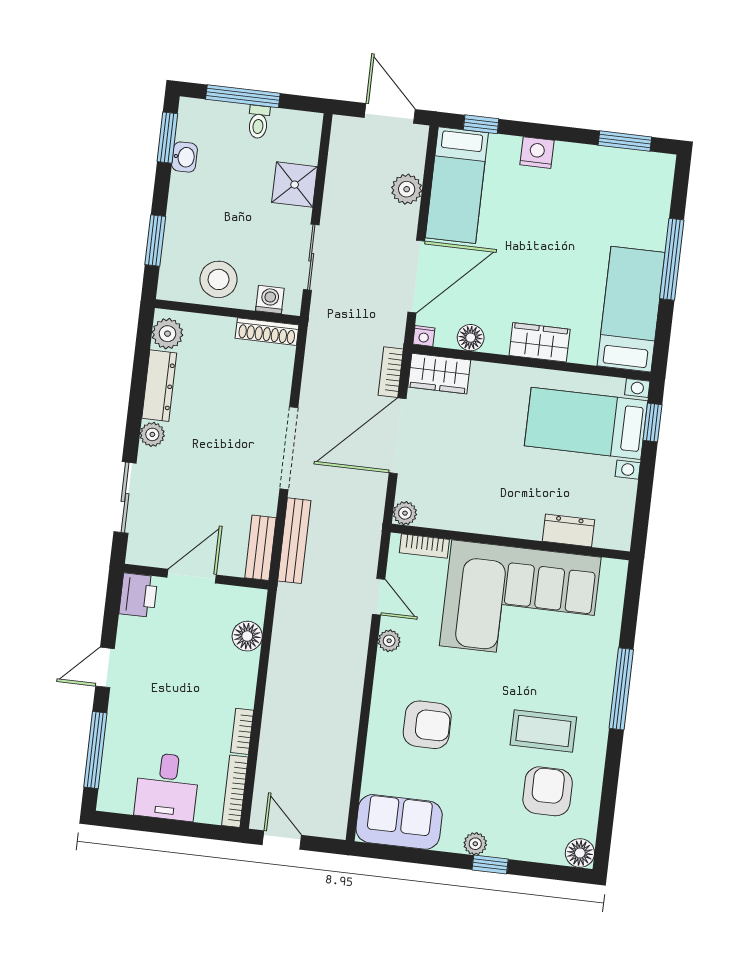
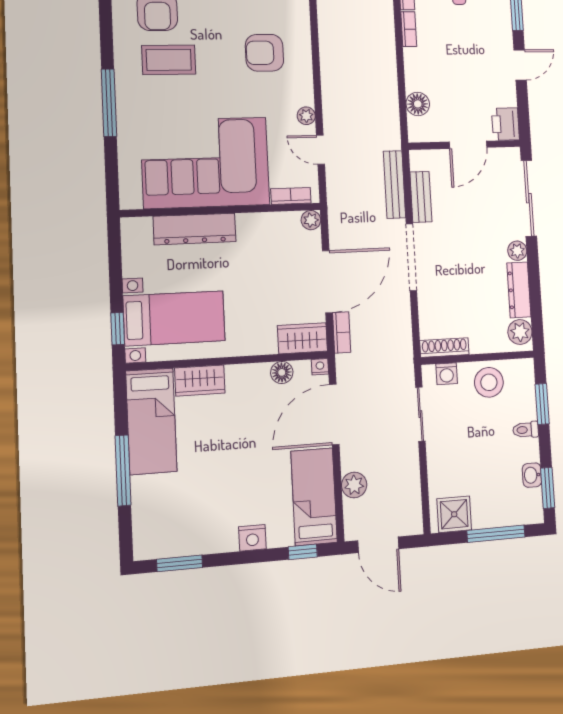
toilet: (258, 122) -> (526, 430), moved, turned -90
shower: (295, 185) -> (454, 514), moved
wardrobe: (540, 342) -> (200, 381), moved
sliding door: (125, 498) -> (529, 198), width x1.37
dresser: (569, 530) -> (195, 229), width x1.96, depth x1.24
bench: (260, 548) -> (421, 197), moved

